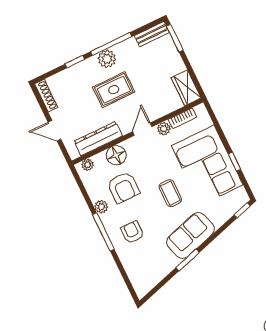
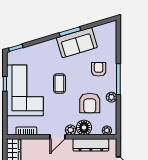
plant: (164, 129) -> (71, 130), moved
armchair: (123, 187) -> (90, 103), turned 180
armchair: (132, 232) -> (99, 69), turned 180
sofa: (190, 235) -> (77, 43), moved

